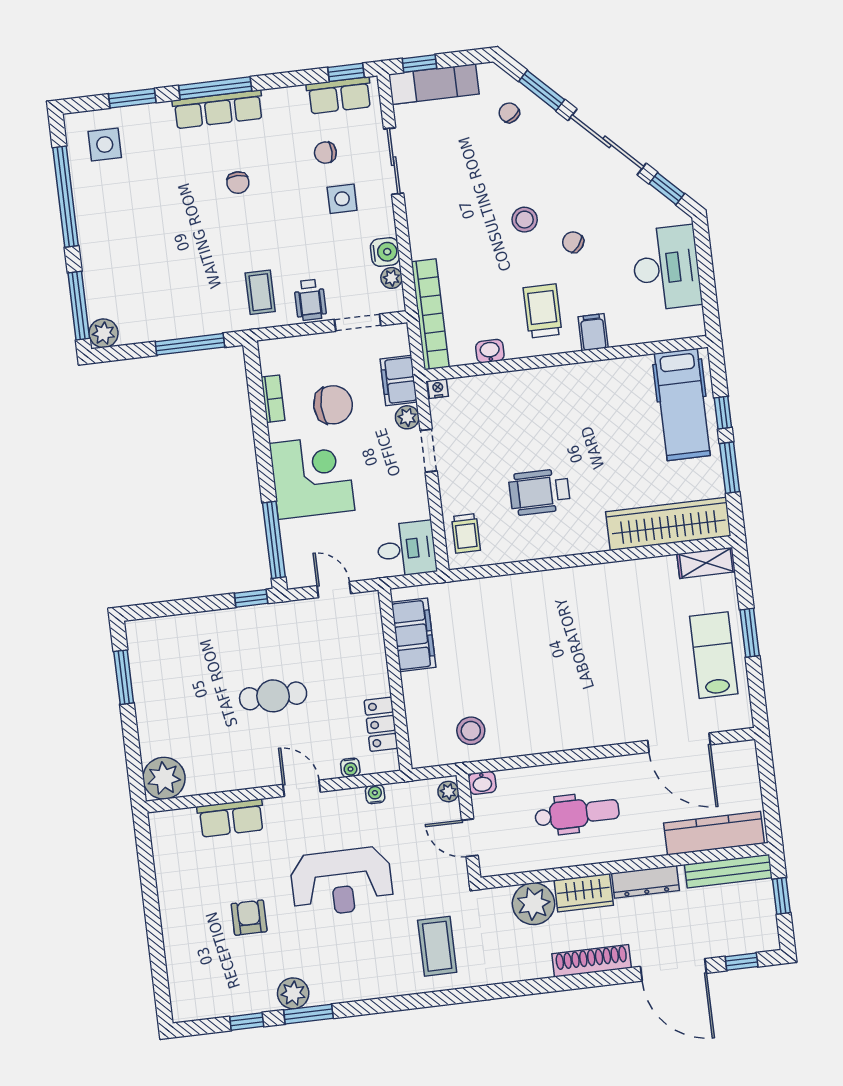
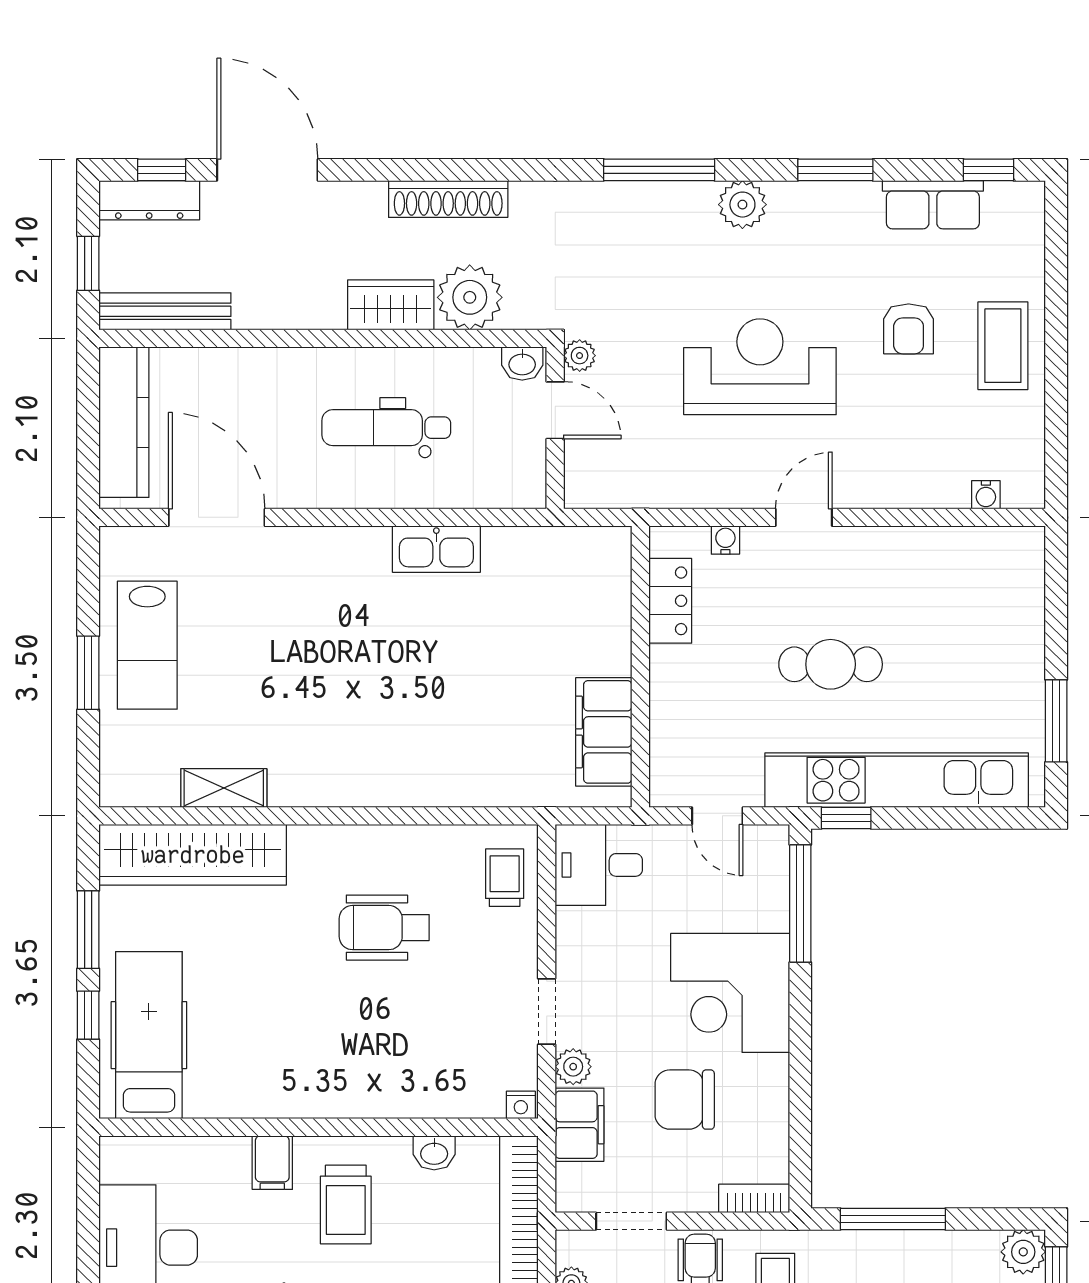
bookcase: (273, 399) -> (754, 1198), moved, turned 90
wheelchair: (539, 492) -> (384, 928), turned 180
shelving: (706, 563) -> (224, 788), moved
kitchen unit: (222, 627) -> (897, 780), added
stool: (471, 731) -> (534, 574), removed
kitchen sink: (535, 739) -> (436, 549), added
plant: (164, 778) -> (1013, 558), removed
washbasin: (482, 783) -> (522, 364), moved, turned 180
door: (302, 788) -> (804, 517), swing flipped
plant: (448, 792) -> (580, 356), moved
water cooler: (375, 794) -> (986, 495), moved
row of seats: (231, 818) -> (933, 205), moved, turned 180
kitchen counter: (714, 833) -> (124, 422), moved, turned -90
dresser: (646, 882) -> (149, 200), moved, turned 180
coffee table: (437, 946) -> (1003, 346), moved
shoe rack: (592, 961) -> (448, 199), moved
plant: (293, 993) -> (742, 205), moved
window: (422, 1000) -> (659, 170), added
window: (247, 1022) -> (988, 170), moved

